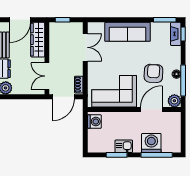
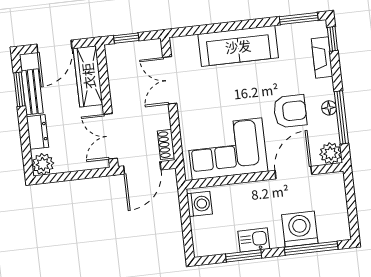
fireplace: (176, 34) -> (322, 57), moved
double door: (85, 47) -> (170, 80), swing flipped
armchair: (153, 73) -> (290, 111), turned 87

